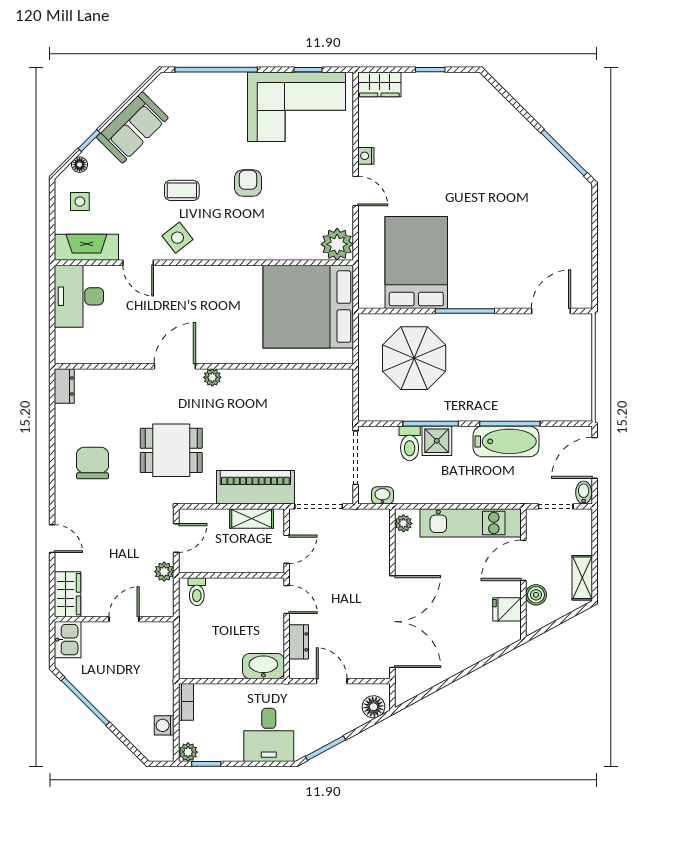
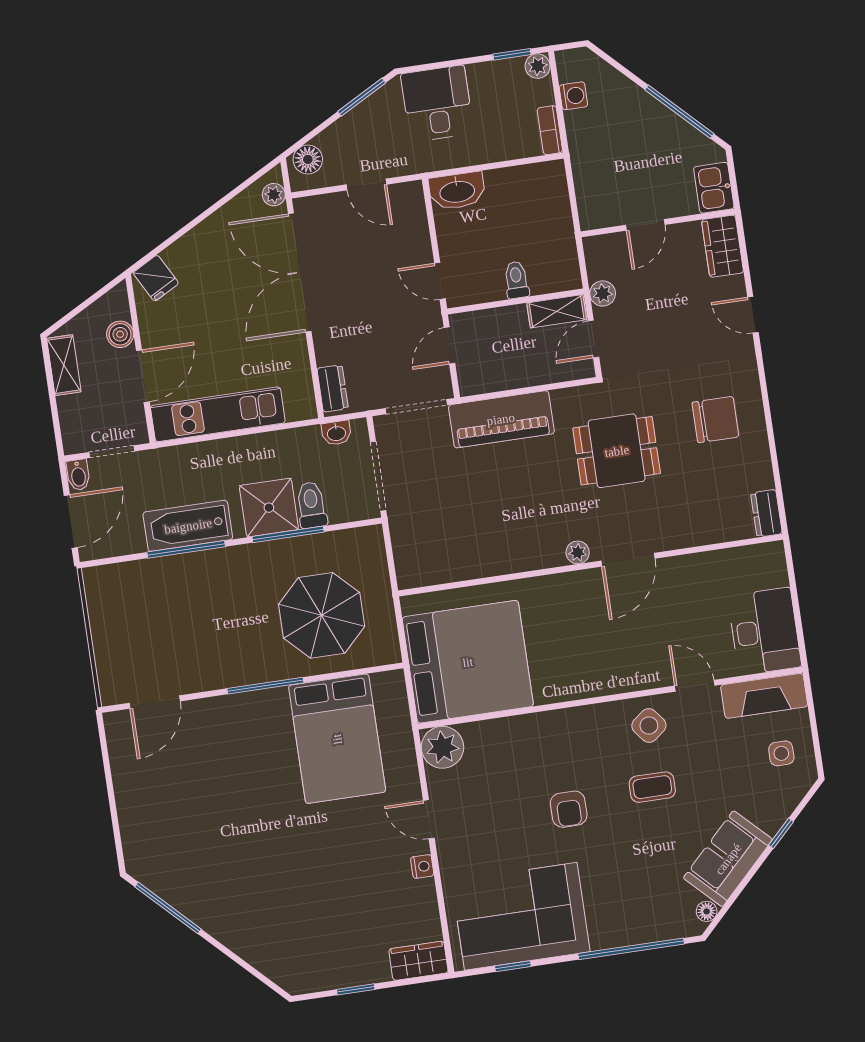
floor lamp: (80, 165) -> (707, 911), moved
shower: (437, 441) -> (269, 508), width x1.36, depth x1.36
chair: (92, 463) -> (715, 420), turned -90
shelving: (252, 519) -> (557, 311), moved
plant: (403, 523) -> (274, 195), moved
toilet: (197, 592) -> (516, 280), moved
fridge: (507, 609) -> (156, 278), moved, turned 62
dresser: (299, 642) -> (333, 388), moved, turned 180

